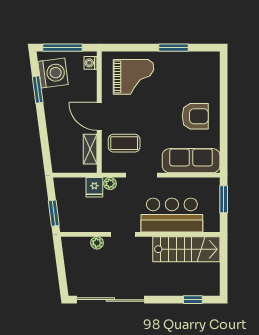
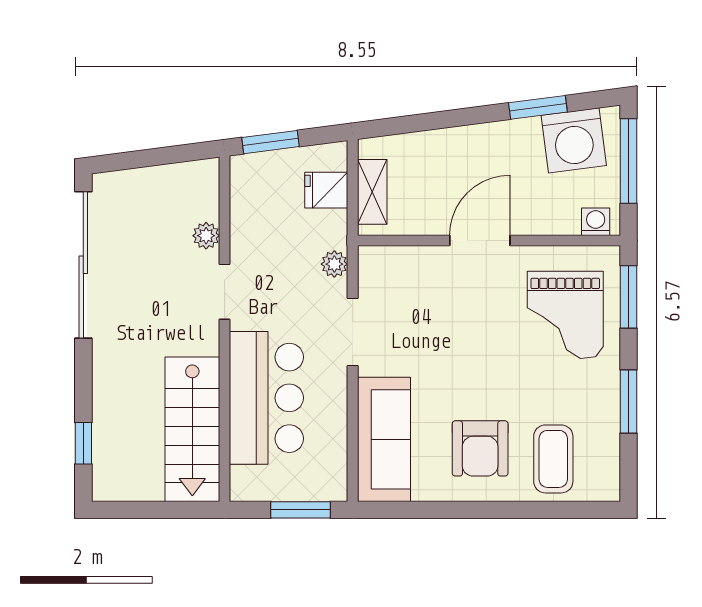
window: (125, 48) -> (629, 297), added
coffee table: (124, 143) -> (553, 459), moved
shelving: (90, 149) -> (372, 192), moved, turned 90
fridge: (94, 187) -> (326, 190), moved

